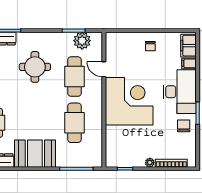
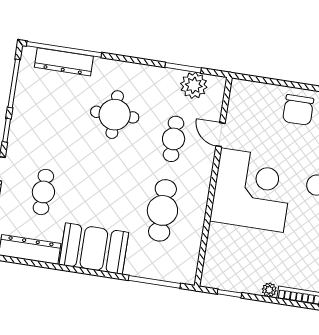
chair: (150, 46) -> (298, 110), width x1.87, depth x1.87
cafe table: (75, 77) -> (174, 139), width x0.73, depth x0.74

